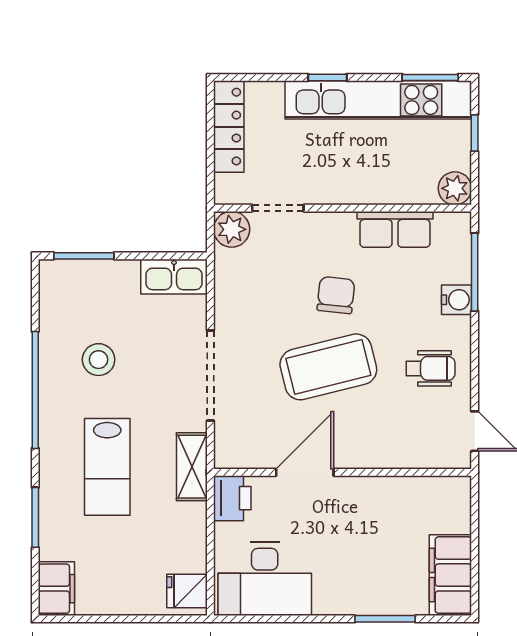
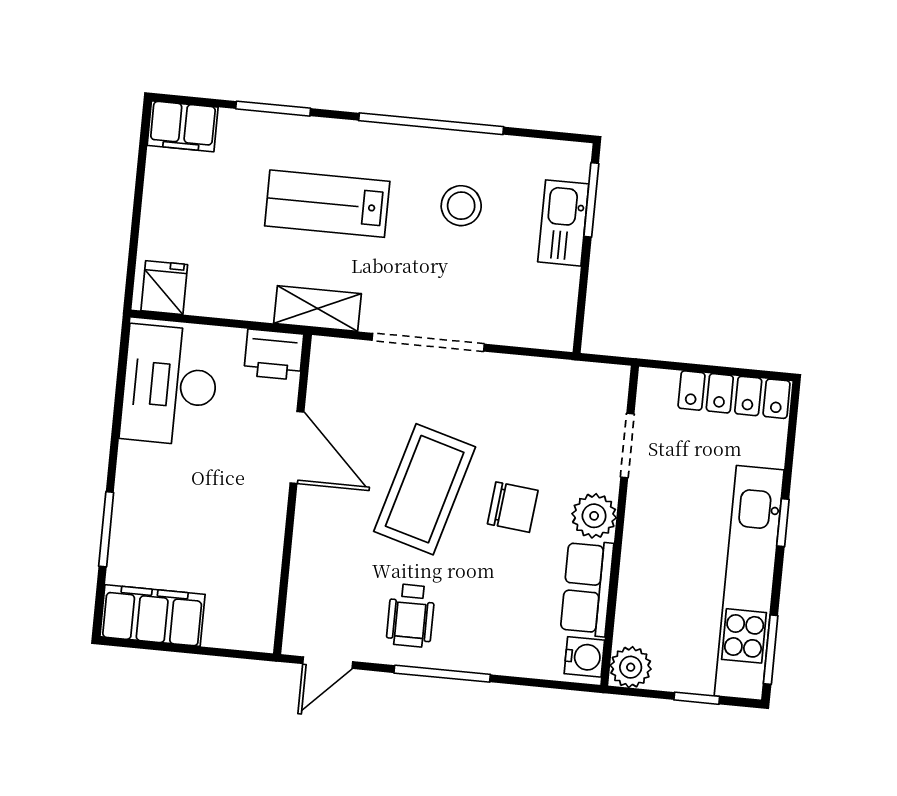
plant: (232, 229) -> (594, 516), moved
window: (475, 272) -> (442, 674), moved
kitchen sink: (174, 277) -> (563, 223), moved
water cooler: (457, 300) -> (584, 657), moved, turned -90
coffee table: (328, 367) -> (425, 489), turned 30

